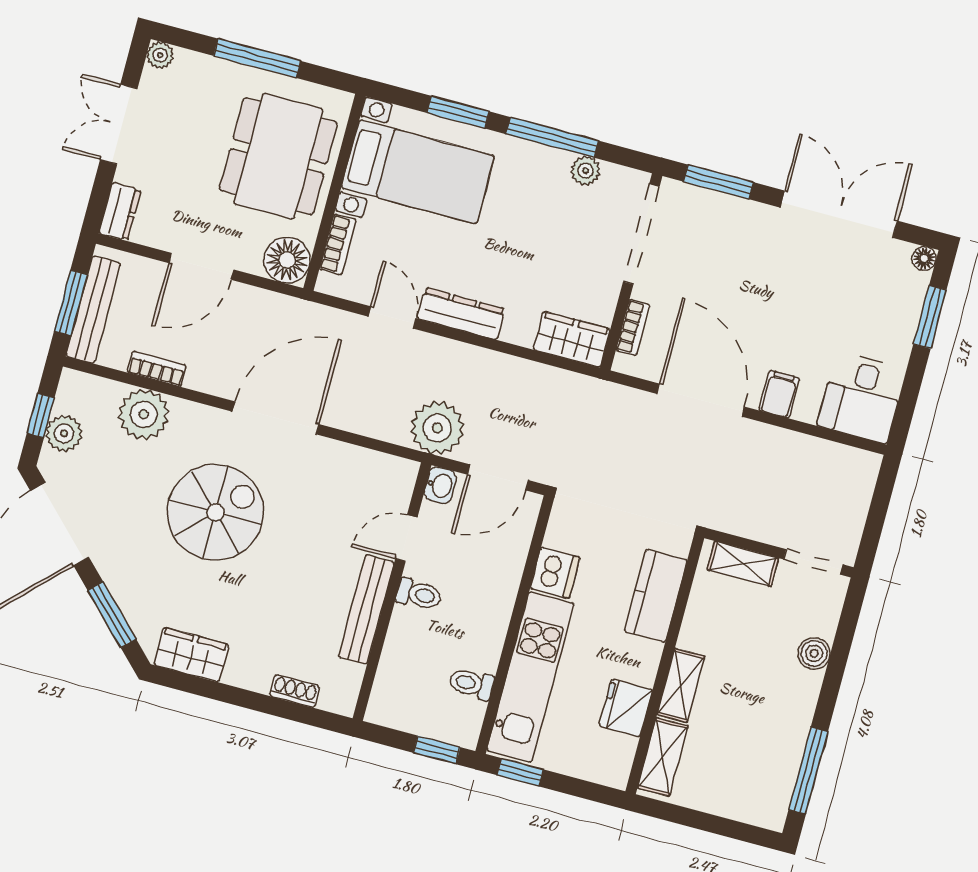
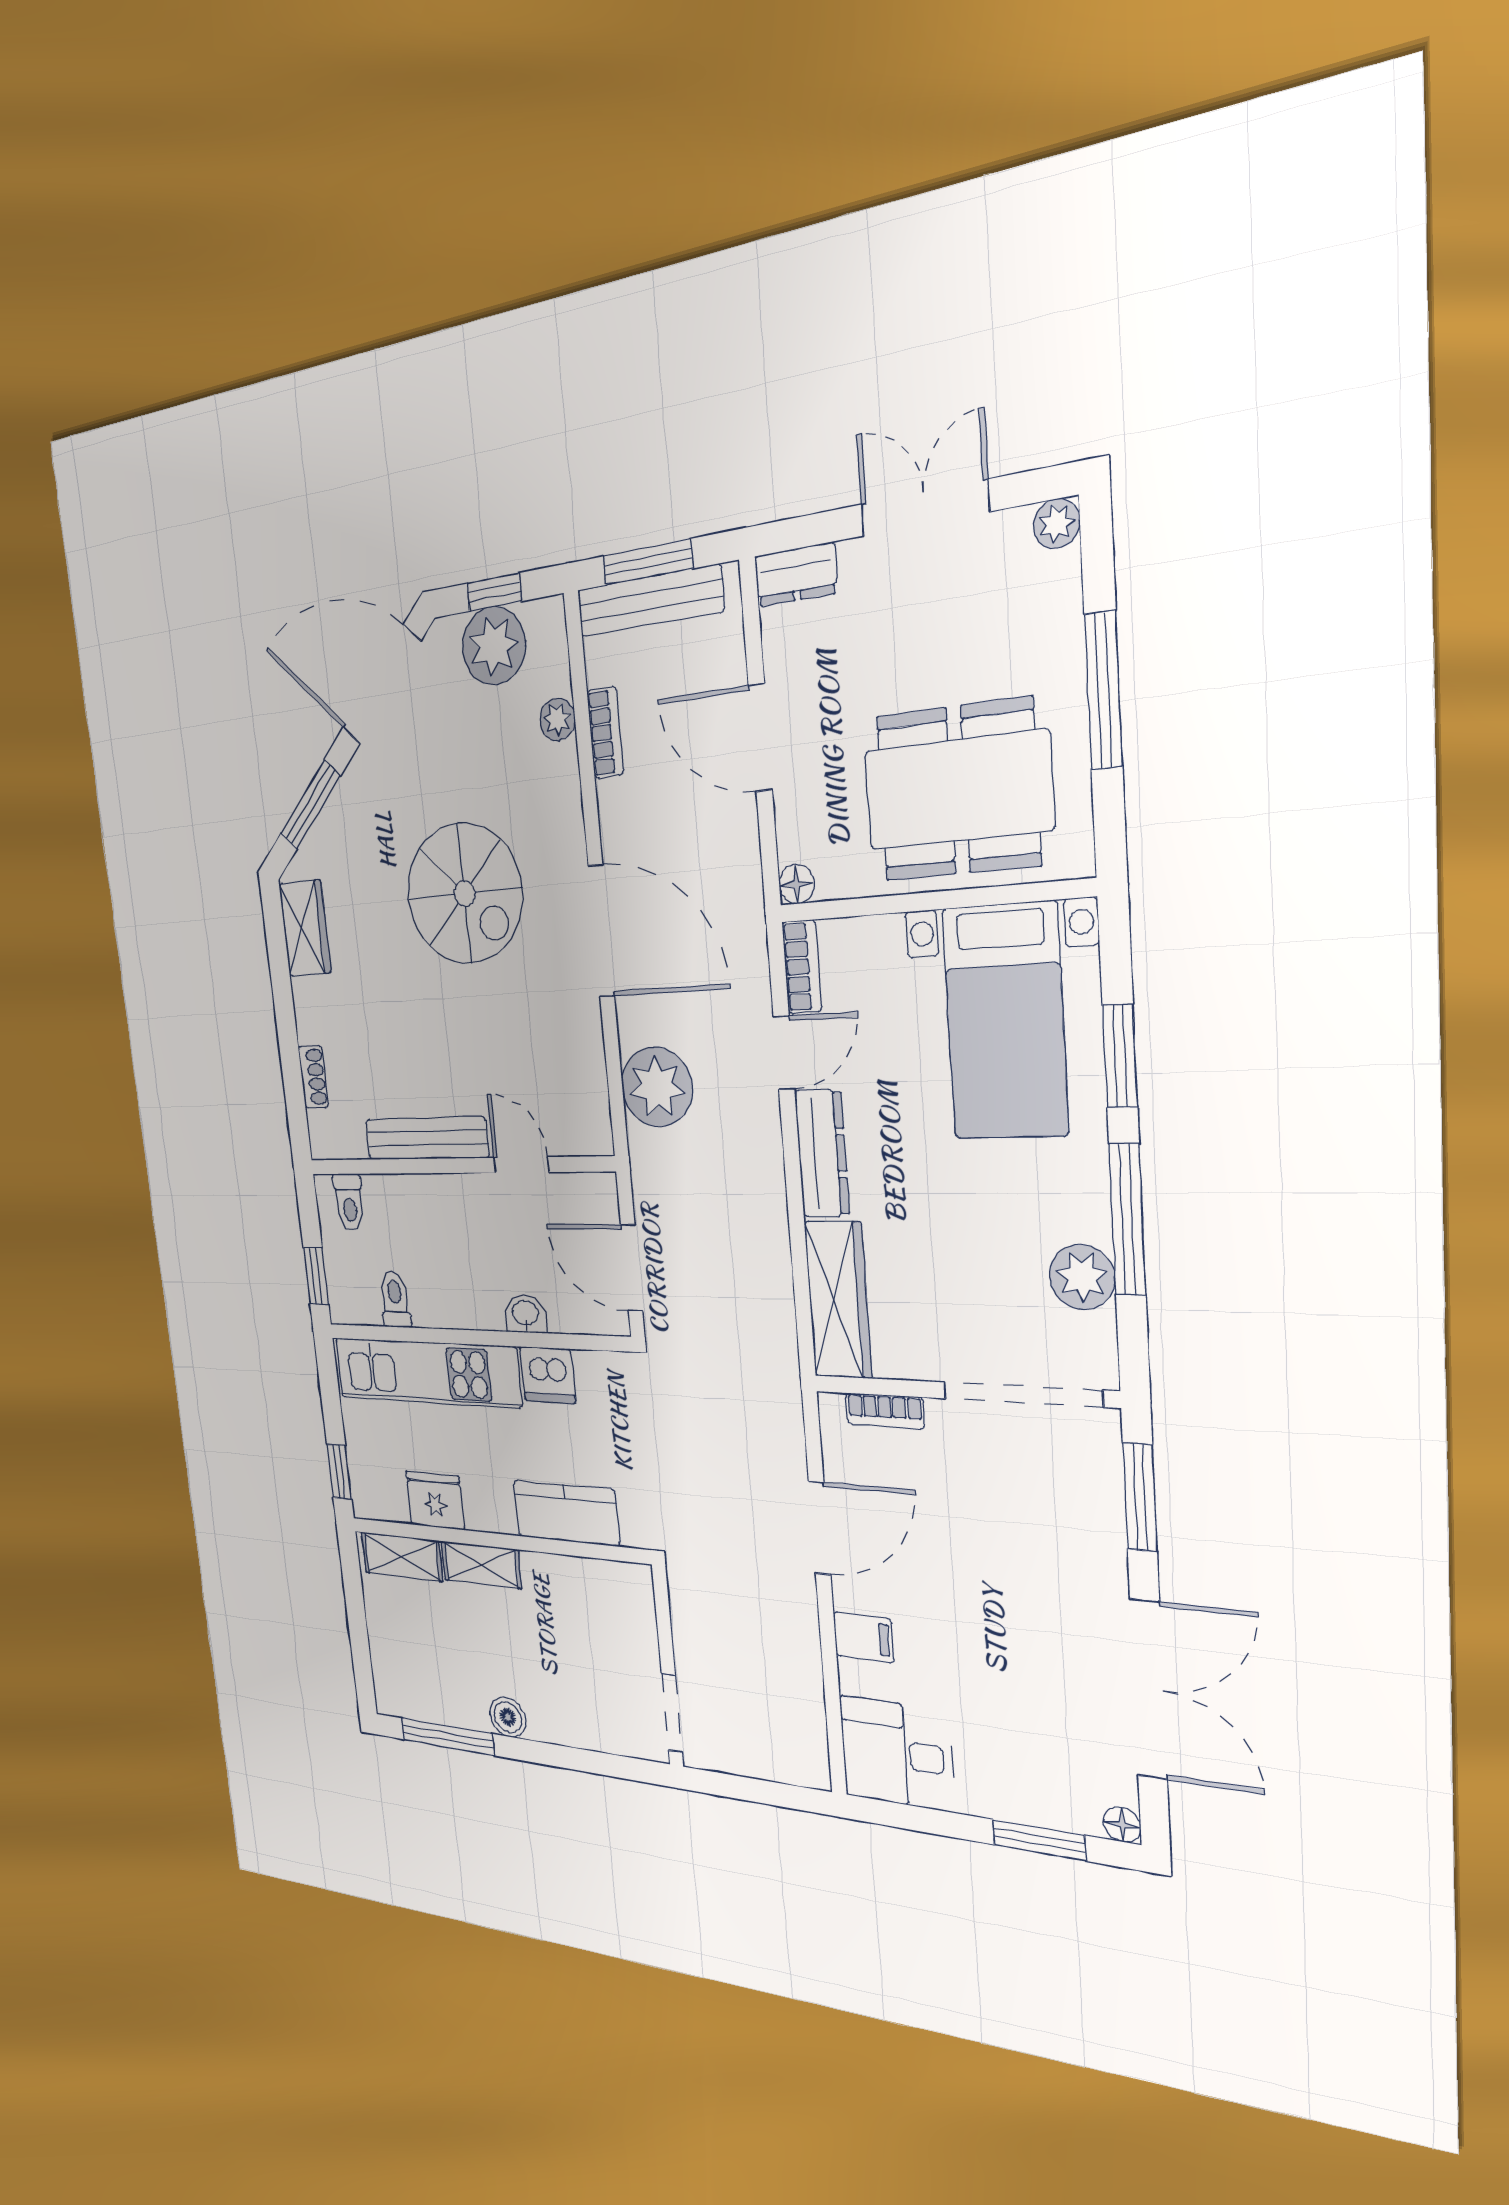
plant: (586, 171) -> (1082, 1277), width x1.38, depth x1.38
bookcase: (338, 244) -> (802, 967), moved, turned -90
floor lamp: (287, 260) -> (797, 884), width x0.53, depth x0.53
wardrobe: (572, 339) -> (838, 1300), width x1.50
door: (701, 400) -> (820, 1528), width x0.73
plant: (144, 414) -> (558, 720), width x0.53, depth x0.53
plant: (437, 428) -> (657, 1087), moved
plant: (64, 433) -> (494, 646), width x1.36, depth x1.36
washbasin: (440, 485) -> (525, 1314), moved, turned 180
shelving: (743, 564) -> (639, 1621), removed
toilet: (419, 594) -> (349, 1202), moved
boiler: (814, 653) -> (508, 1717), moved
window: (520, 772) -> (339, 1472), moved

